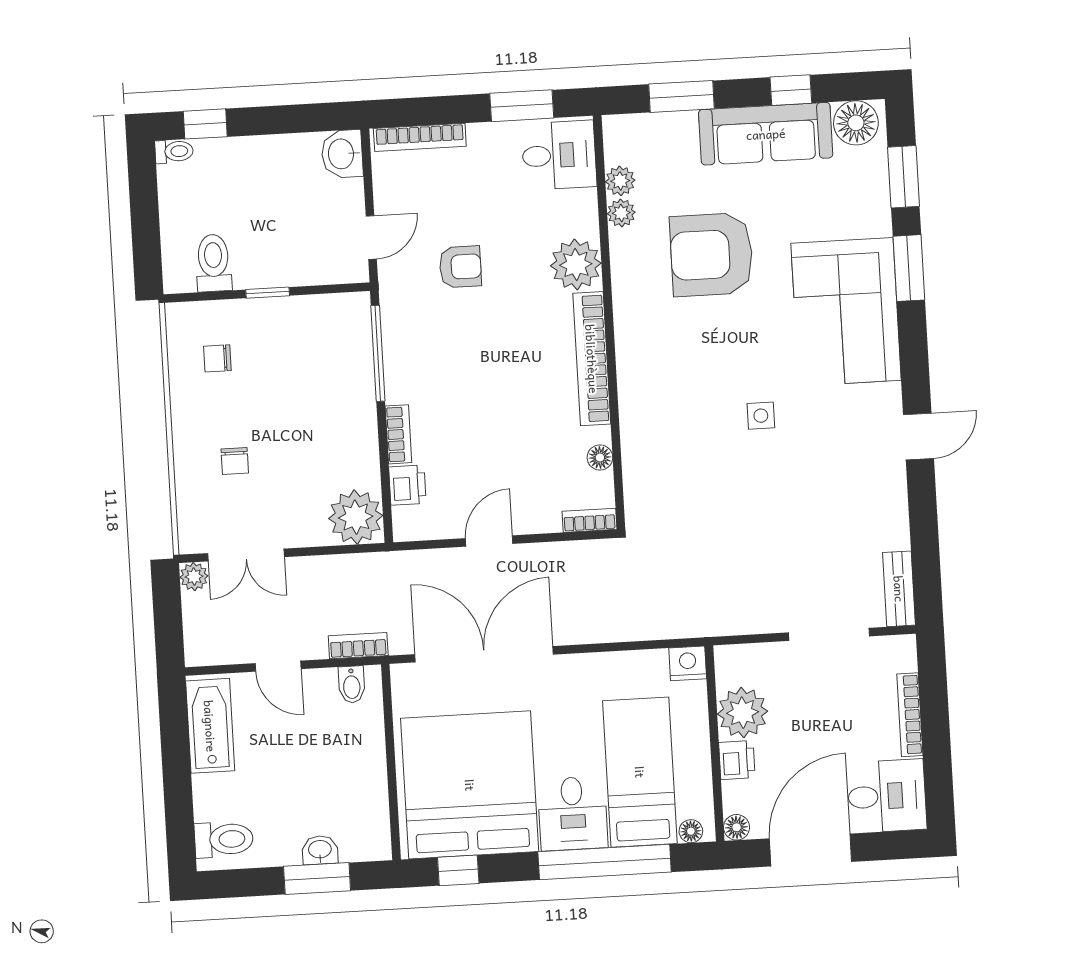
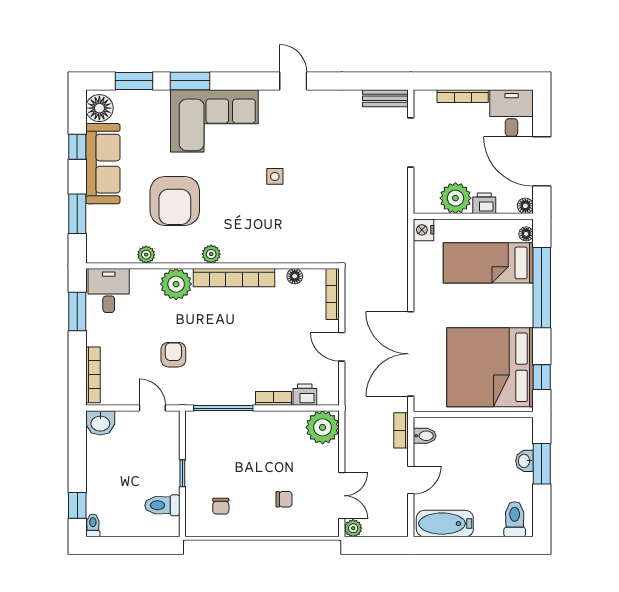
plant: (620, 181) -> (211, 254), moved
bookcase: (589, 520) -> (333, 294), width x1.56
desk: (573, 814) -> (511, 305), removed

